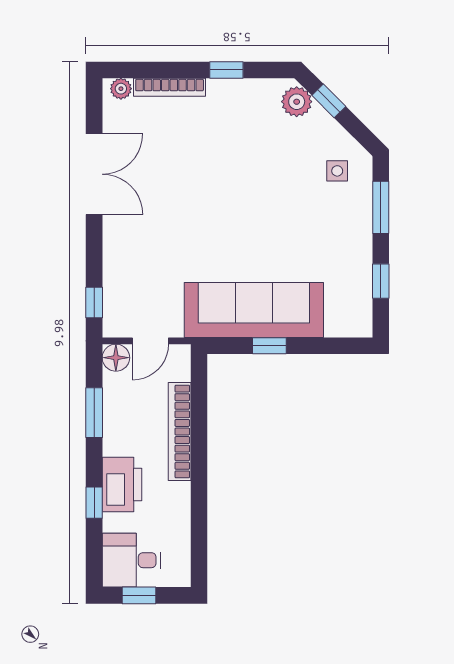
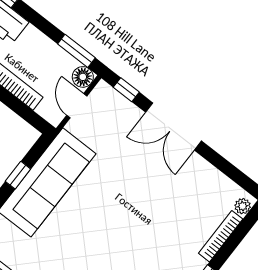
double door: (94, 174) -> (174, 126), moved
window: (94, 413) -> (76, 51), moved

